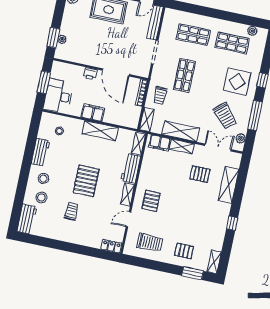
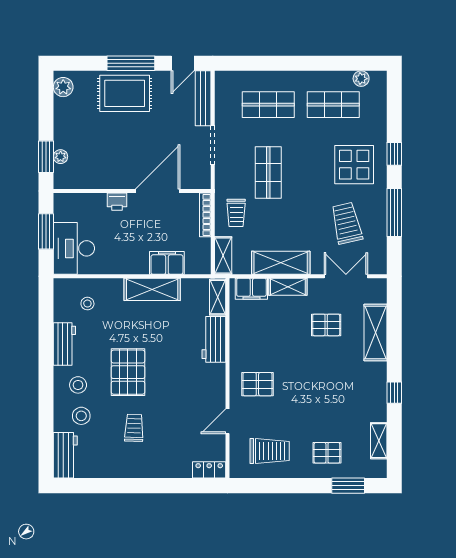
door: (116, 72) -> (158, 191), swing flipped
filing cabinet: (93, 113) -> (167, 263), moved
trolley: (225, 116) -> (347, 223), turned -152
plant: (241, 138) -> (379, 254), removed
pallet: (86, 181) -> (128, 372), moved
shelving: (128, 194) -> (218, 382), removed
pallet: (151, 201) -> (257, 384), turned 90
shelving: (214, 262) -> (379, 441), moved

